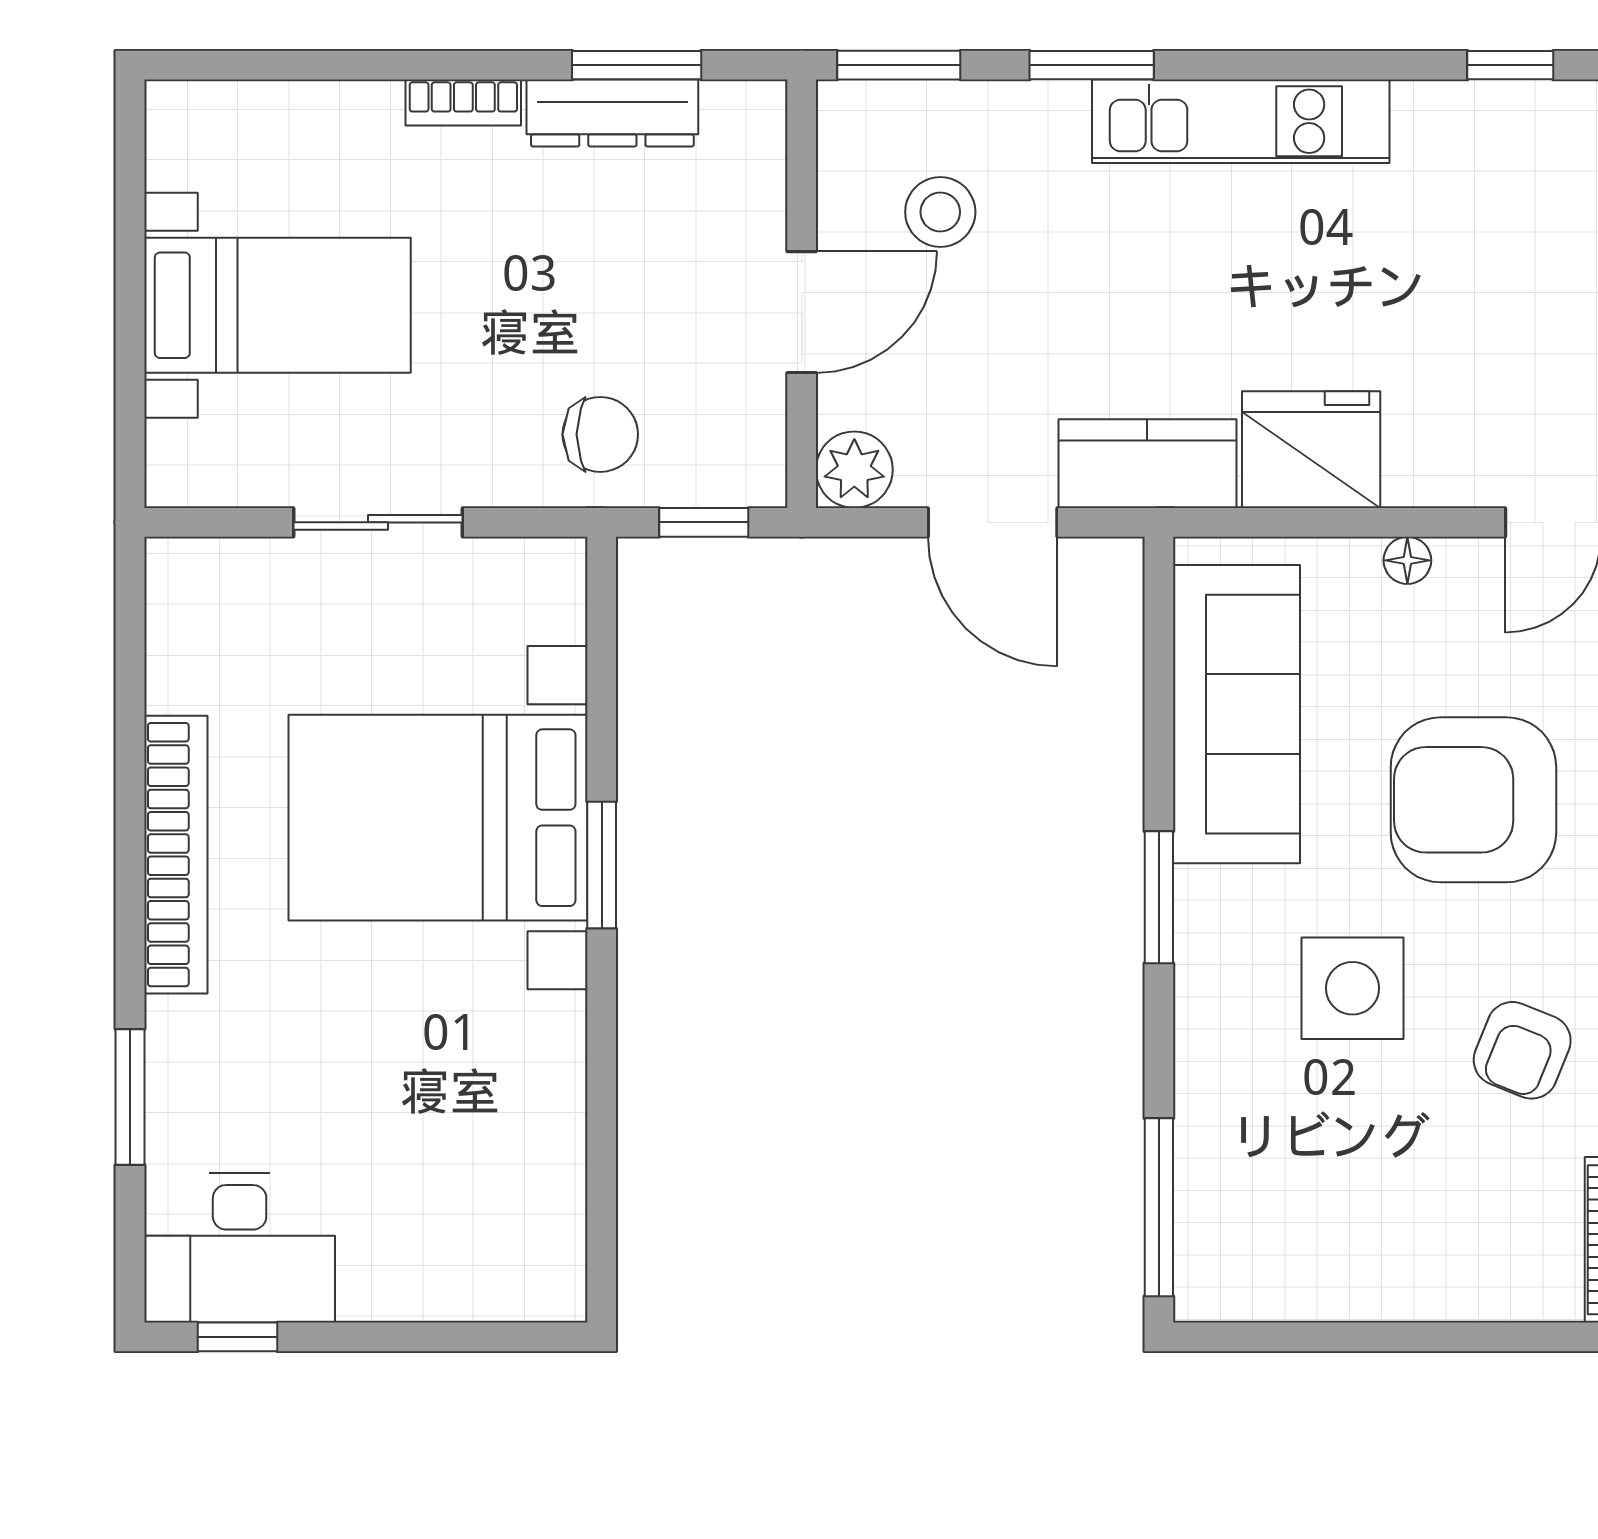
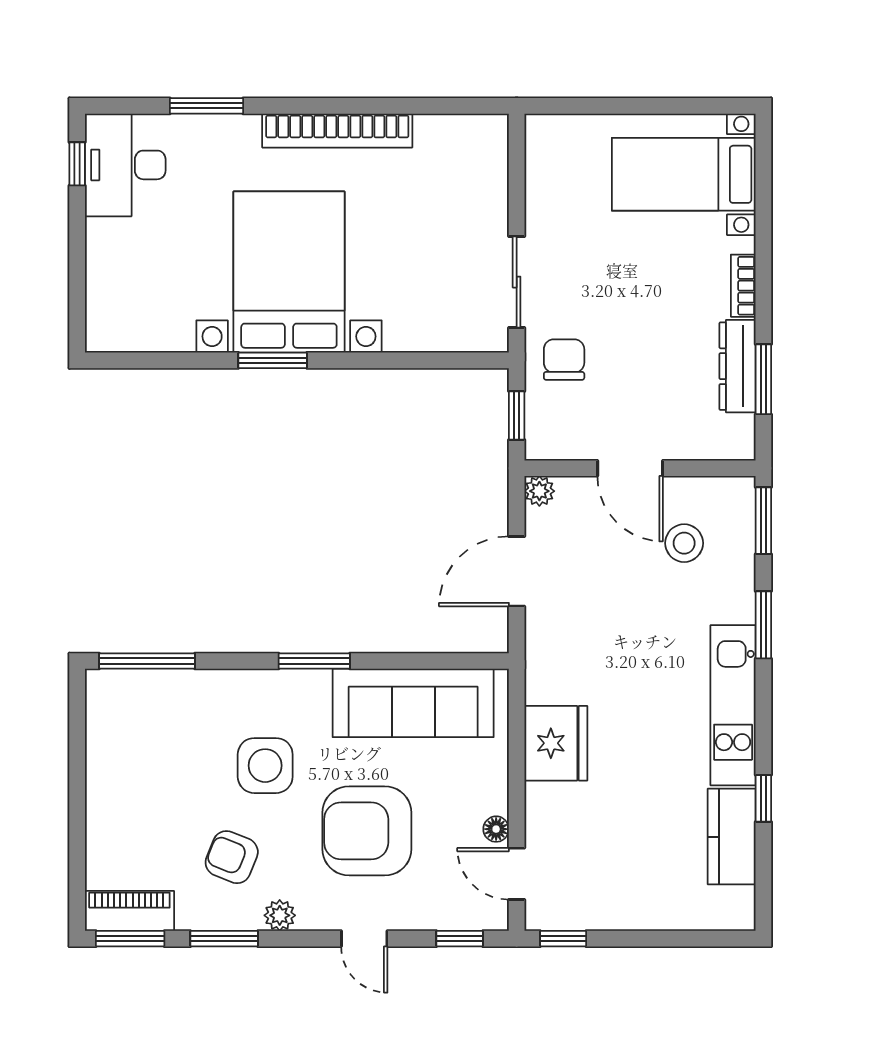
window: (1510, 65) -> (763, 798), moved
bed with nightstands: (278, 305) -> (684, 174), moved, turned 90
chair: (600, 434) -> (564, 360), turned 180
kitchen counter: (1147, 464) -> (732, 837), moved, turned 180
plant: (854, 470) -> (539, 491), width x0.73, depth x0.73
sliding door: (378, 522) -> (517, 282), moved
floor lamp: (1407, 560) -> (496, 829), moved
armchair: (1473, 800) -> (367, 831), turned -90
bed with nightstands: (438, 818) -> (289, 272), moved
window: (602, 865) -> (273, 360), moved

